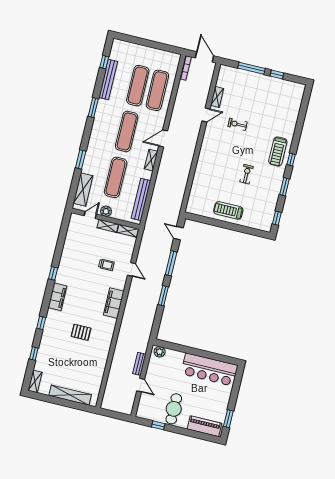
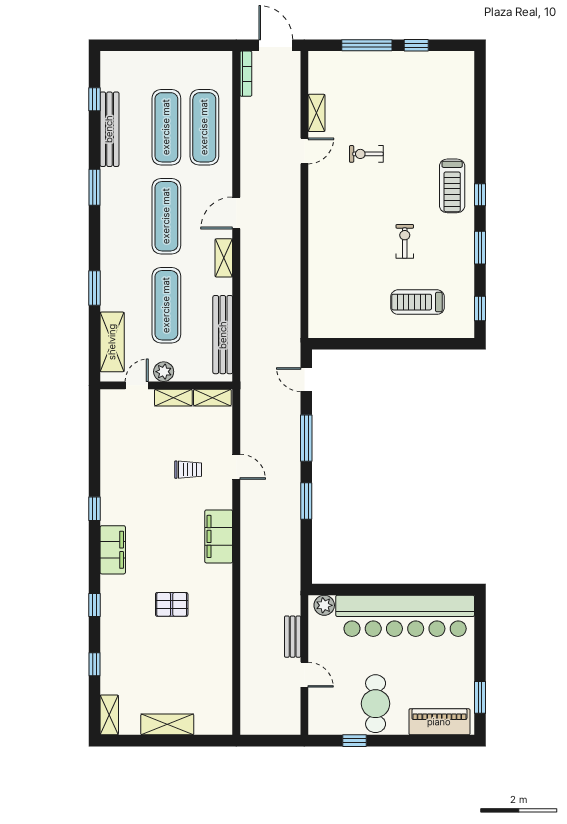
treadmill: (228, 210) -> (418, 302), moved
bar counter: (209, 370) -> (405, 616), width x1.36
shelving: (70, 395) -> (167, 724), width x0.68

